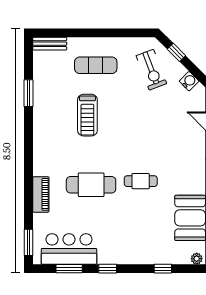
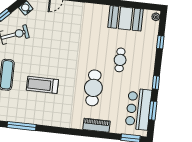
window: (29, 93) -> (22, 126), width x1.44
treadmill: (87, 115) -> (42, 85), turned 180
cafe table: (141, 181) -> (120, 60), moved

